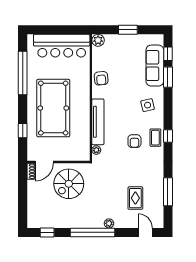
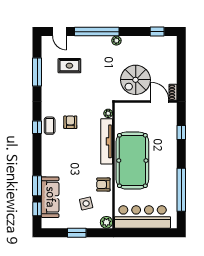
armchair: (101, 78) -> (103, 185), turned -85
side table: (148, 105) -> (86, 203), moved
pool table: (53, 108) -> (132, 161), moved
door: (44, 162) -> (160, 102), hinge flipped
spiral stairs: (69, 184) -> (136, 80), turned 180
rug: (135, 198) -> (69, 66), turned 90
plant: (109, 223) -> (116, 41), moved
window: (92, 232) -> (97, 32), moved

